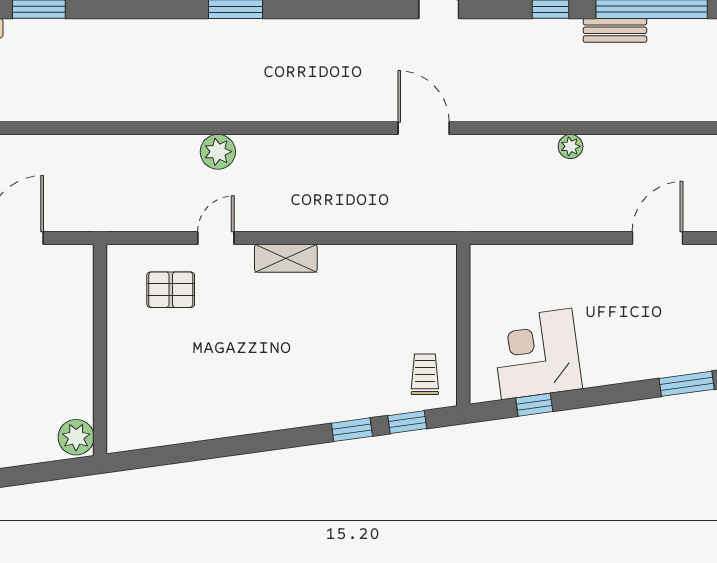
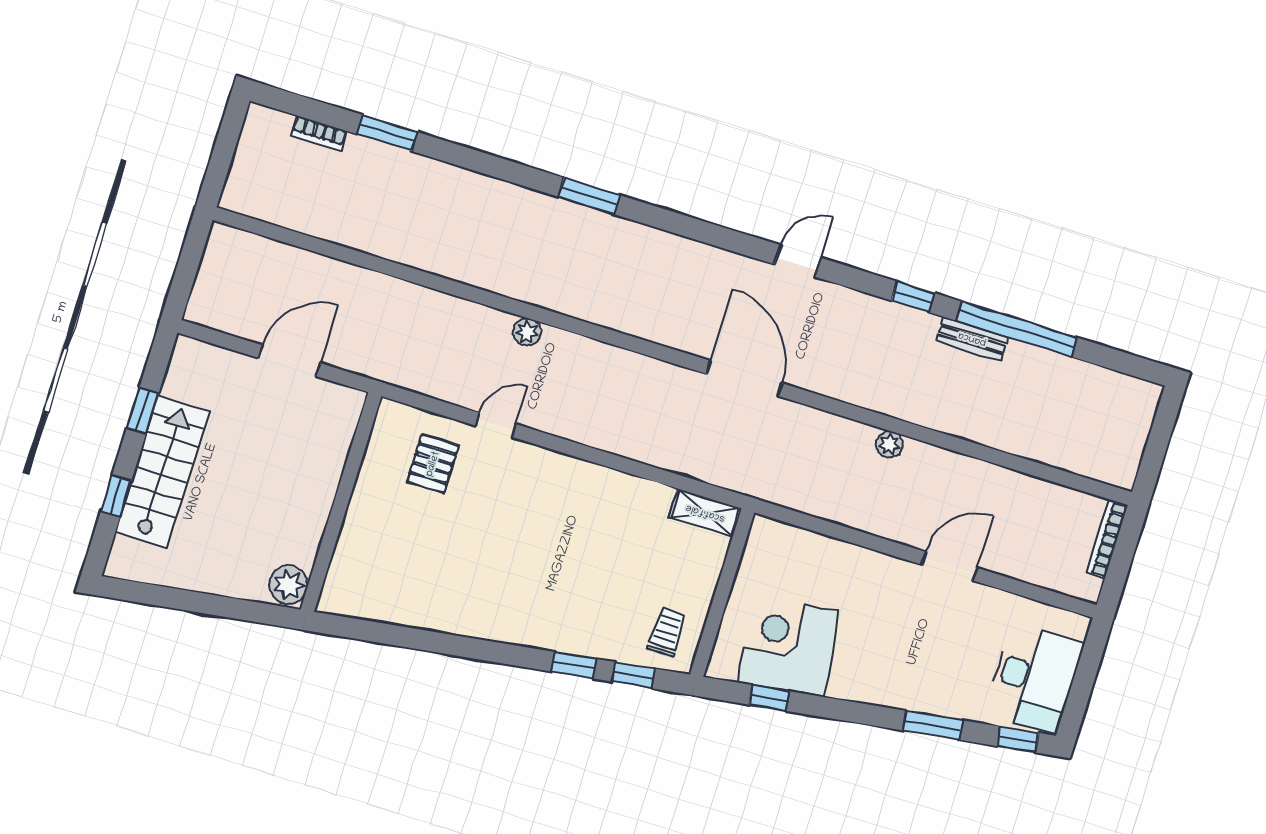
door: (424, 128) -> (744, 378), width x1.36
plant: (218, 152) -> (527, 332), width x0.73, depth x0.73
shelving: (286, 258) -> (705, 513), moved
pallet: (171, 290) -> (433, 464), turned 90

